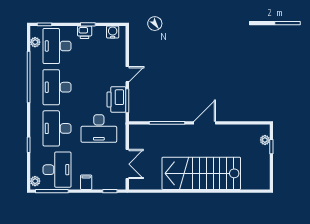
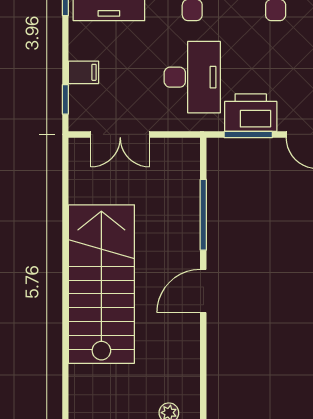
door: (205, 123) -> (203, 291), swing flipped
desk: (99, 128) -> (192, 77), turned 180
filing cabinet: (86, 182) -> (83, 72), moved

